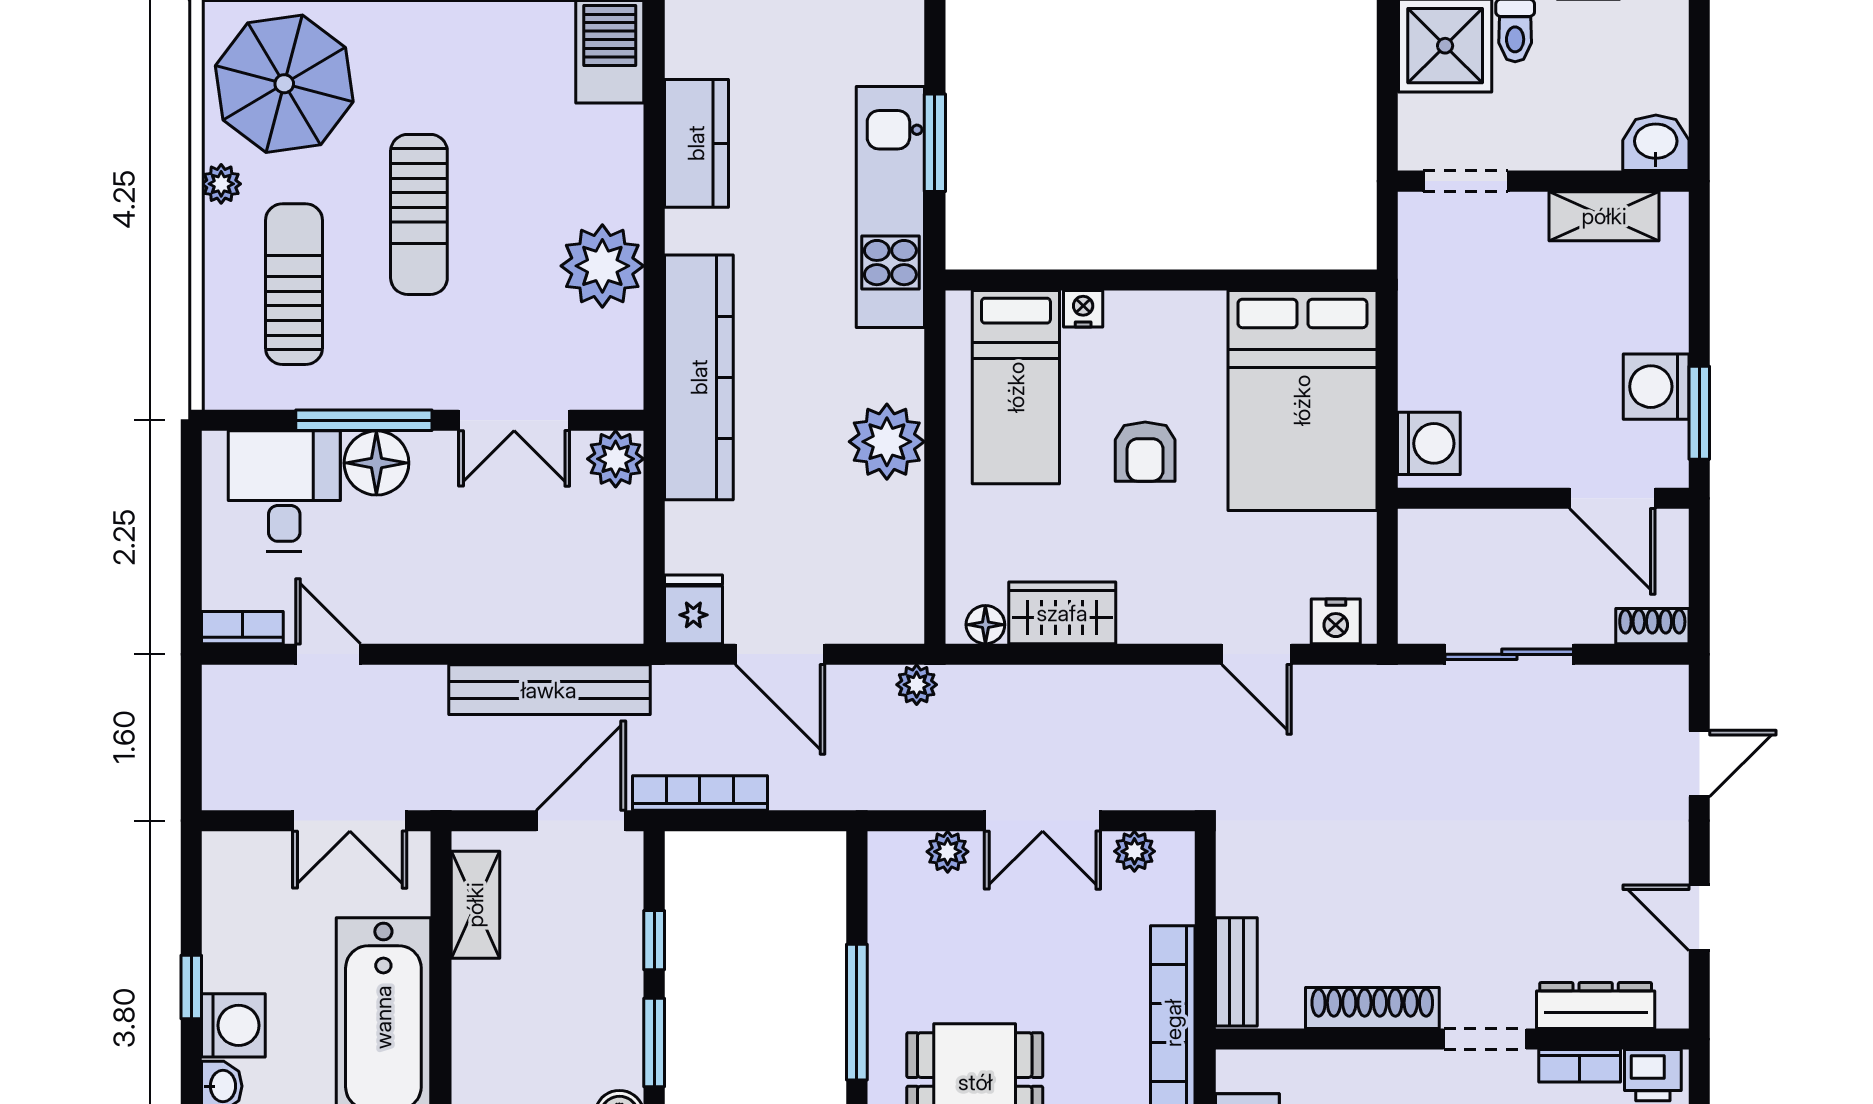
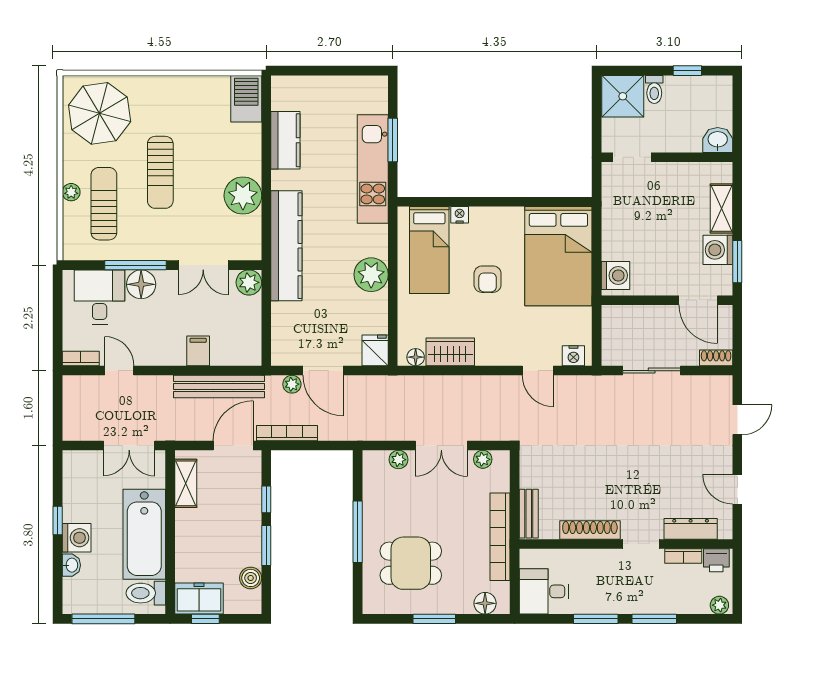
plant: (221, 184) -> (71, 192), moved
shelving: (1604, 216) -> (721, 208), moved, turned 90
fridge: (693, 609) -> (375, 350), moved
filing cabinet: (503, 611) -> (198, 351), added
plant: (917, 685) -> (292, 384), moved

